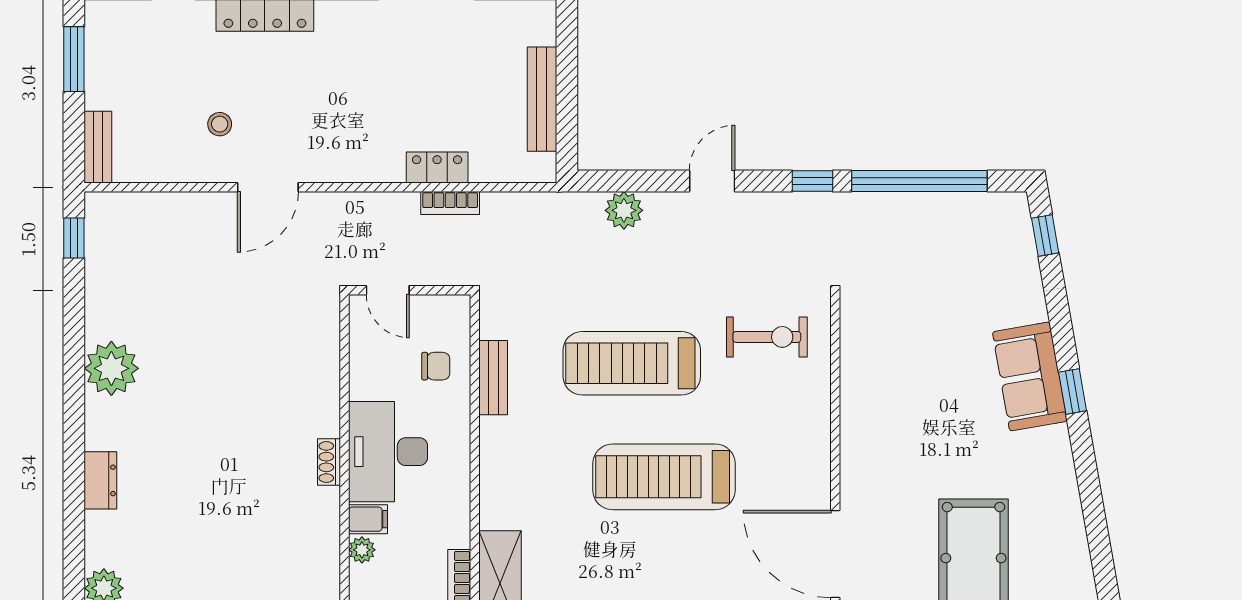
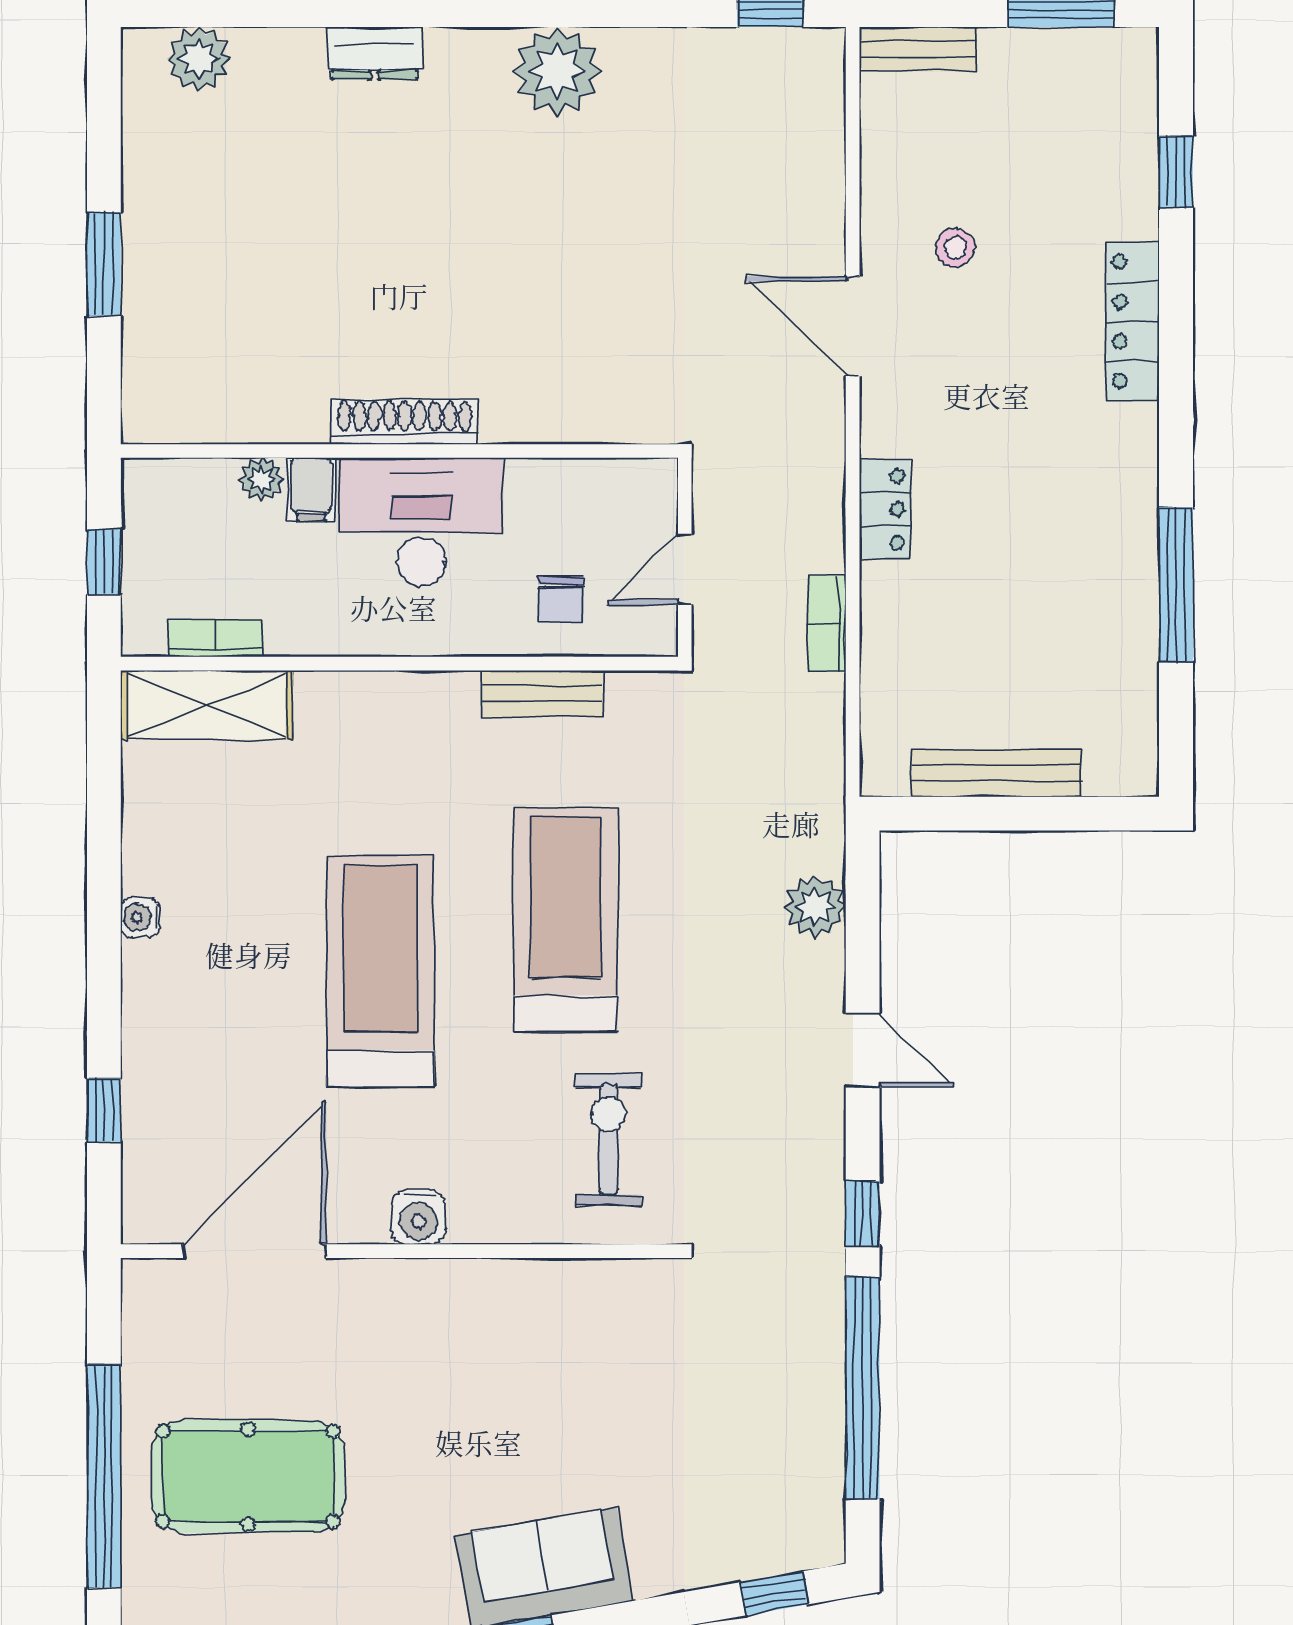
locker: (437, 168) -> (885, 509), moved
door: (388, 290) -> (685, 570), moved
exercise bike: (767, 337) -> (608, 1140), turned 180
water cooler: (814, 454) -> (418, 1217), added
shoe rack: (329, 462) -> (405, 422), width x1.94, depth x1.24

